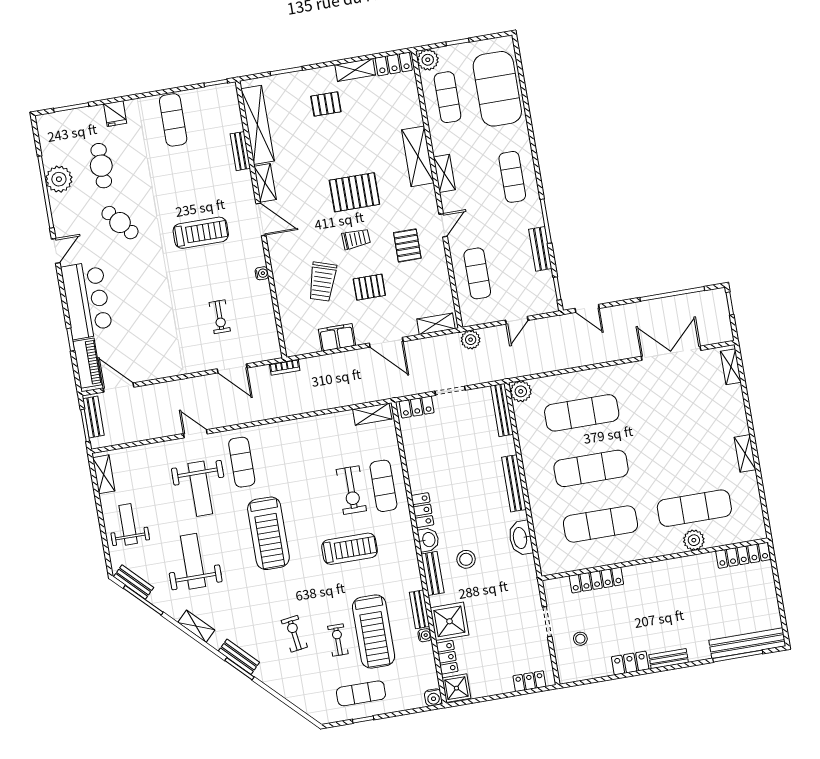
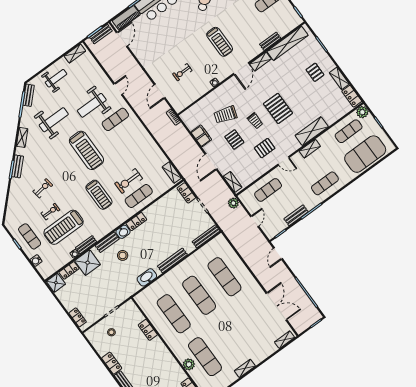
door: (517, 320) -> (255, 221), swing flipped
plant: (521, 391) -> (220, 241), removed
treadmill: (268, 533) -> (86, 150), turned -90
locker: (596, 580) -> (148, 330), width x0.66
water cooler: (433, 697) -> (36, 261), moved

